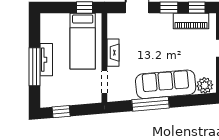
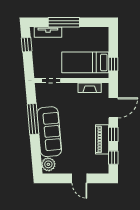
piano: (191, 21) -> (102, 139), moved
fireplace: (113, 53) -> (90, 88), moved
tv unit: (46, 60) -> (48, 32), moved

